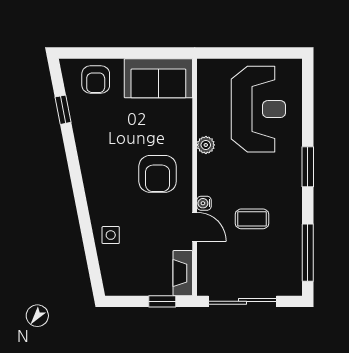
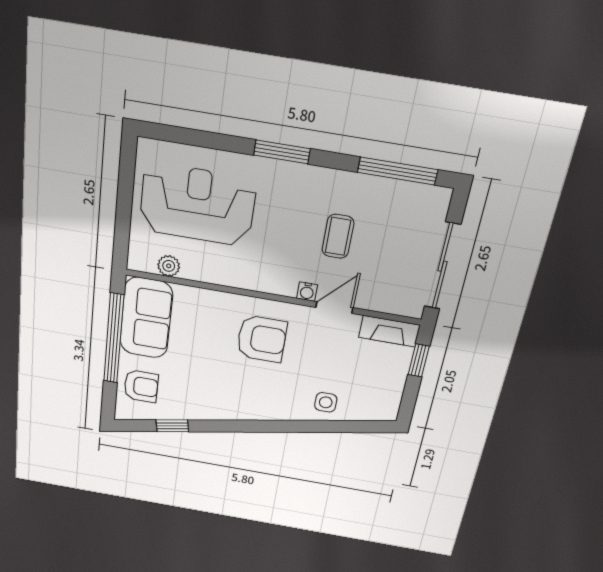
window: (135, 53) -> (114, 339), added
plant: (206, 145) -> (169, 266), moved

